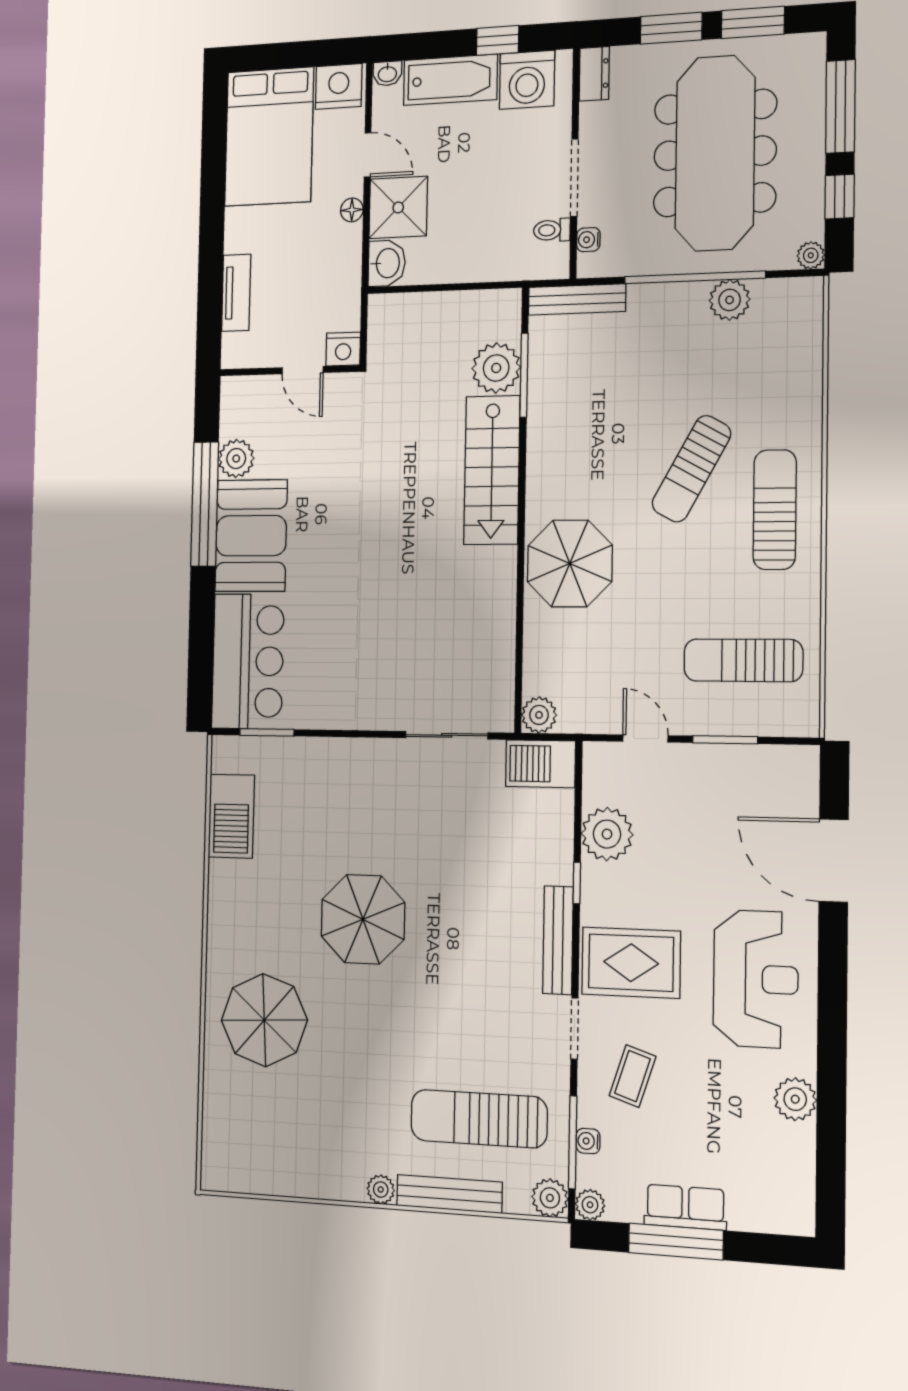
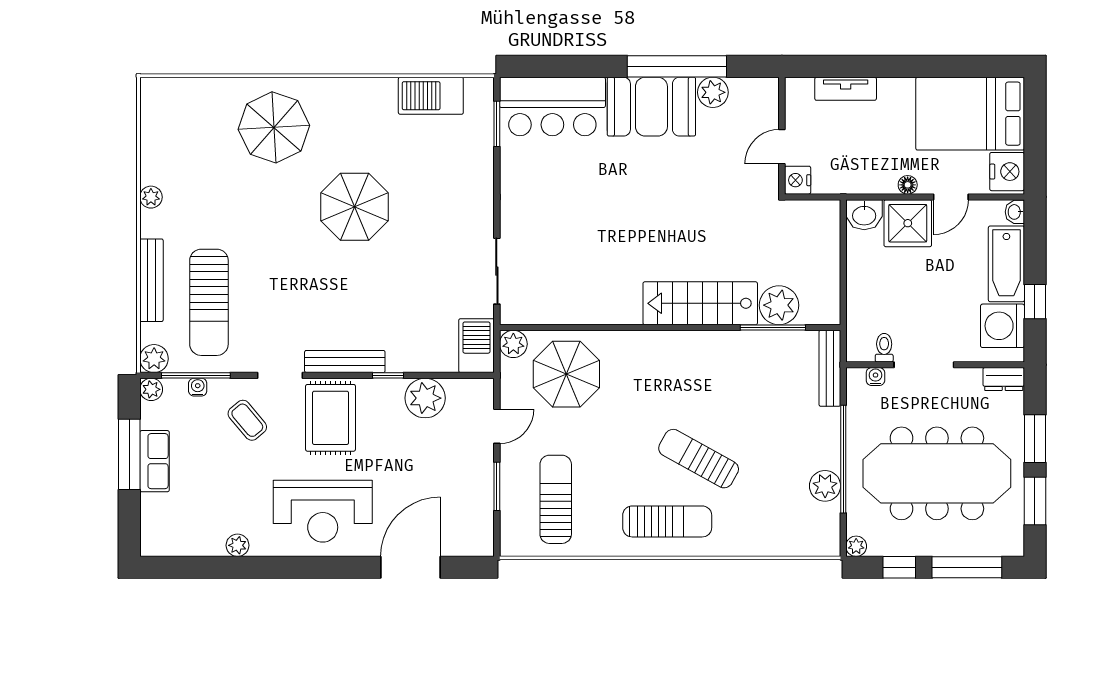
parasol: (570, 564) -> (566, 374), moved
coffee table: (633, 1076) -> (247, 420), turned 32
plant: (795, 1099) -> (237, 545), width x0.73, depth x0.73
sun lounger: (479, 1119) -> (209, 302), turned 180
plant: (381, 1190) -> (151, 197), moved

